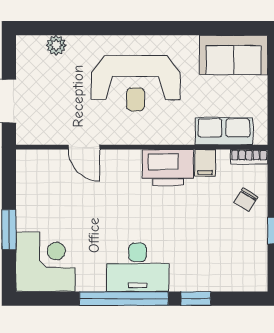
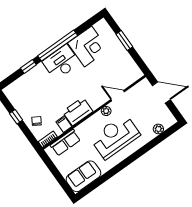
plant: (121, 135) -> (106, 111), added
corner desk: (46, 262) -> (88, 46), moved, turned -90

